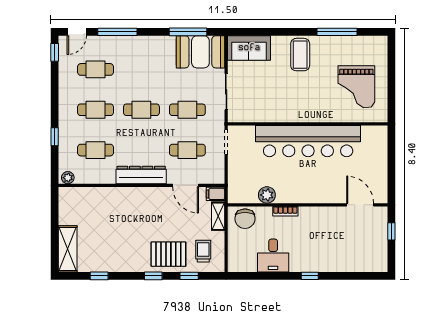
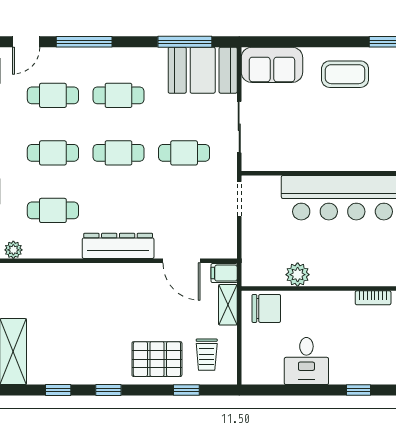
coffee table: (300, 55) -> (345, 74), turned 90
cafe table: (187, 150) -> (118, 95), moved
bookcase: (285, 211) -> (373, 298), moved
chair: (245, 219) -> (266, 308), turned -90
trolley: (203, 251) -> (207, 355), turned 180
window: (153, 276) -> (108, 390), moved

